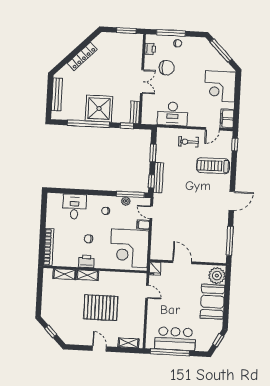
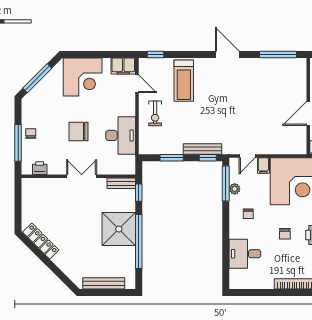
window: (126, 31) -> (18, 200), removed
locker: (82, 56) -> (41, 241), moved
chair: (167, 68) -> (78, 132), moved, turned -90

